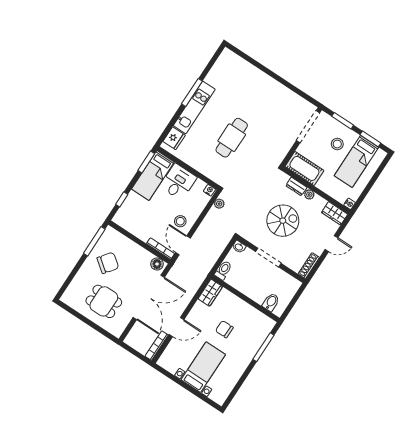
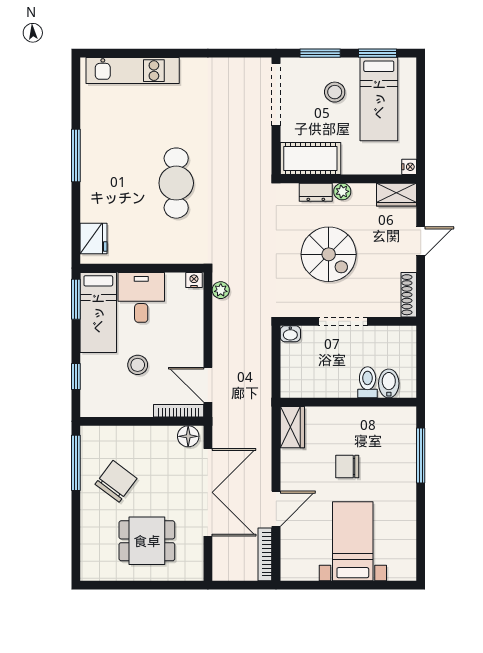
kitchen unit: (194, 107) -> (133, 71), moved, turned 90
stool: (180, 221) -> (138, 365), moved
spiral stairs: (283, 221) -> (329, 254), turned 90
toilet: (223, 270) -> (368, 382), moved

